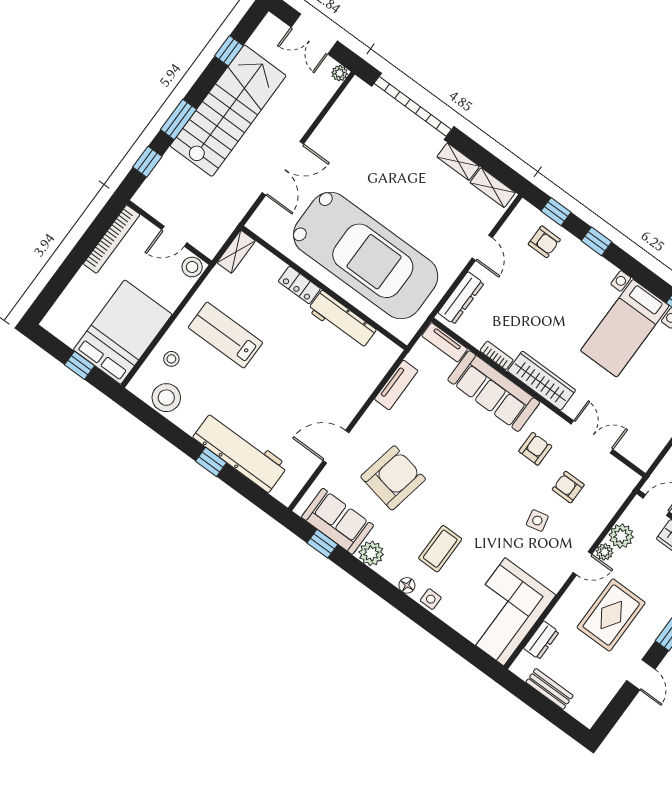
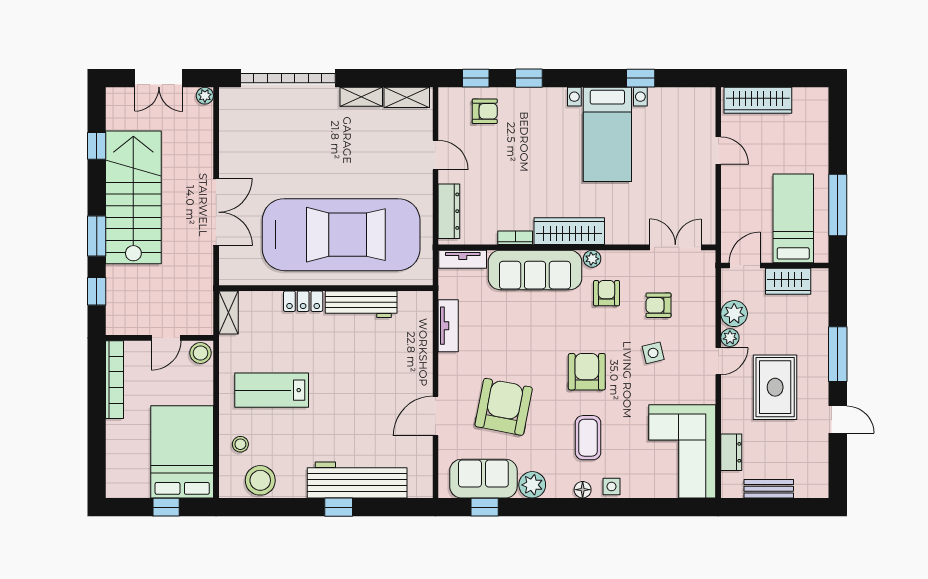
plant: (544, 415) -> (592, 259), added
double door: (592, 437) -> (675, 247), moved
armchair: (476, 498) -> (587, 372), added

